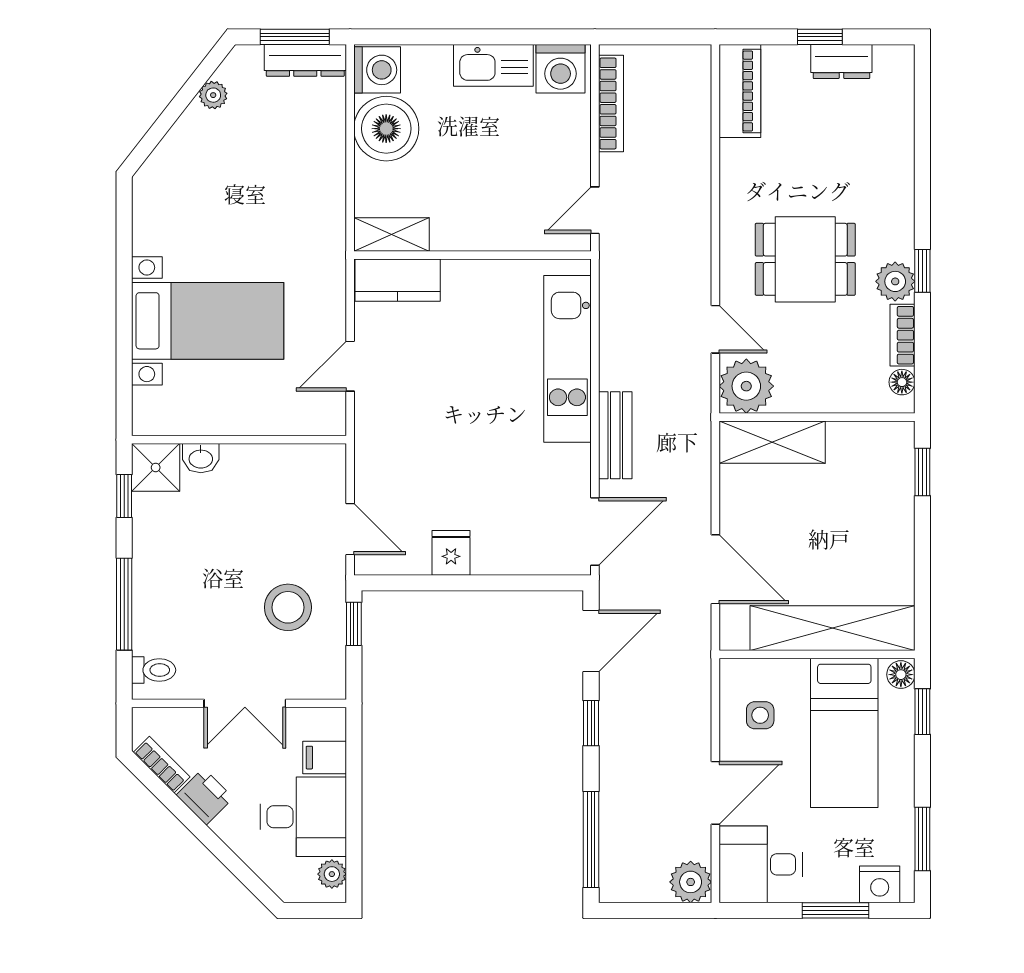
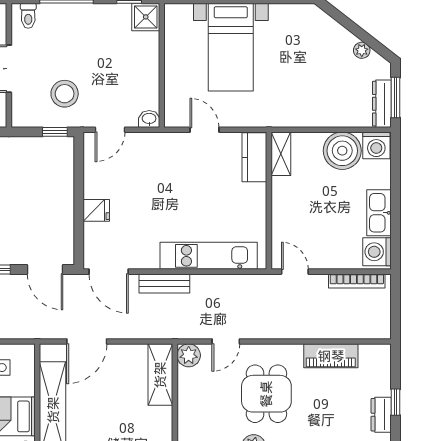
piano: (740, 91) -> (331, 356), moved
plant: (746, 386) -> (189, 355), width x0.73, depth x0.73
washbasin: (201, 458) -> (149, 119), moved, turned 90
fridge: (451, 553) -> (96, 210), moved

